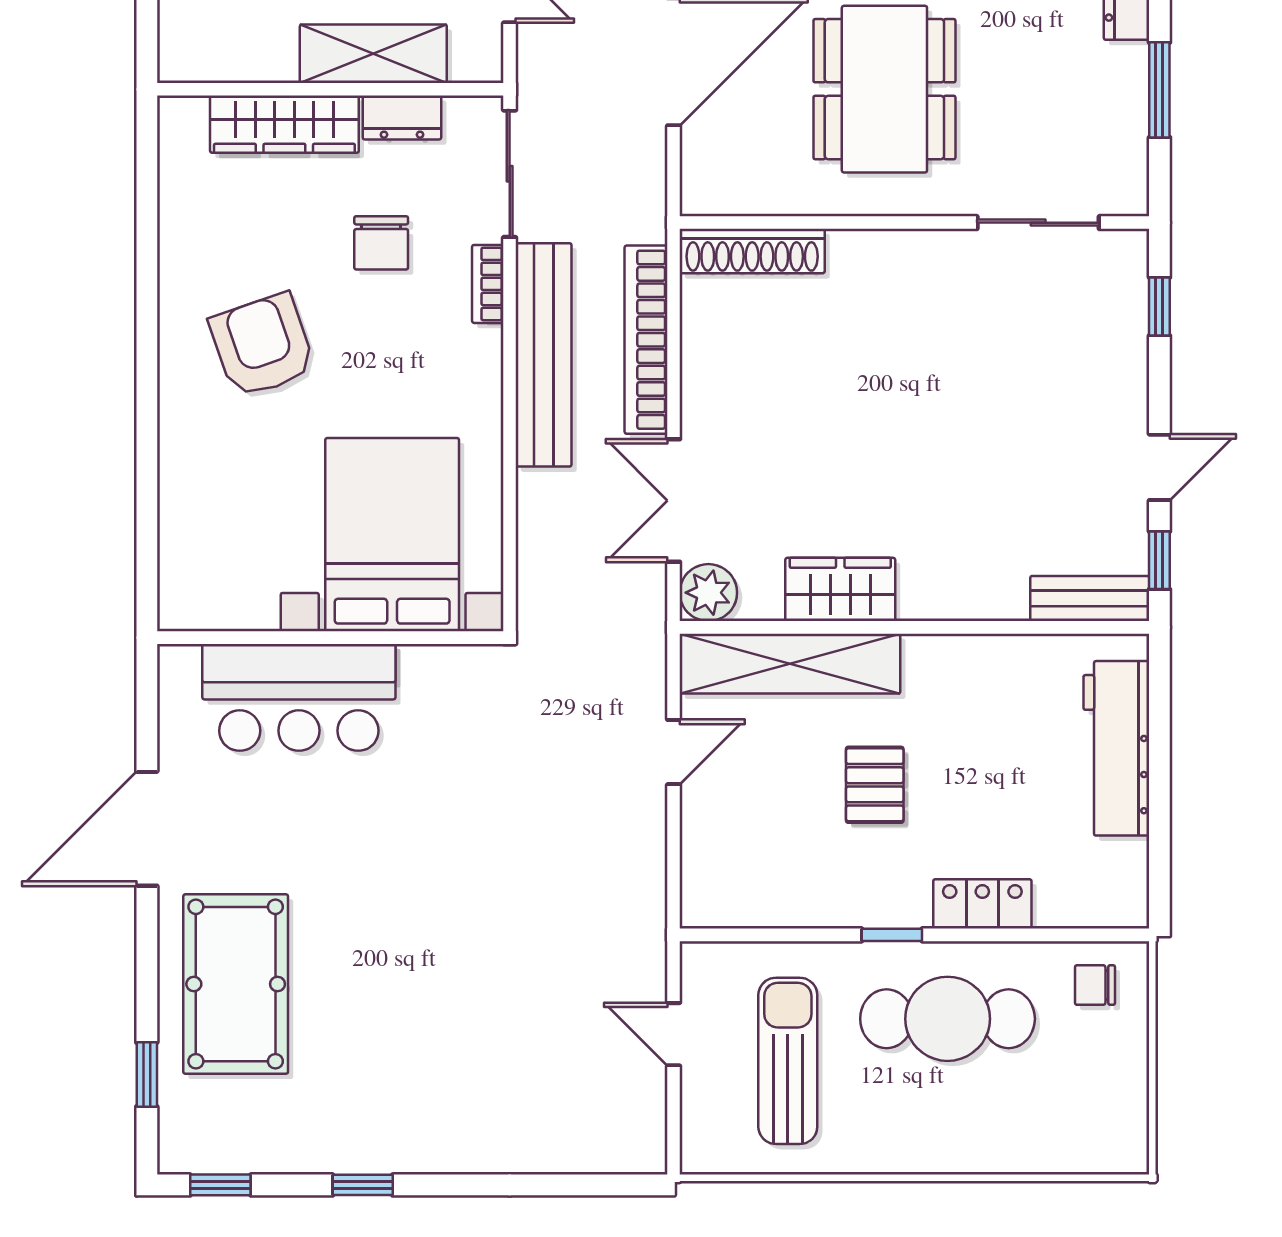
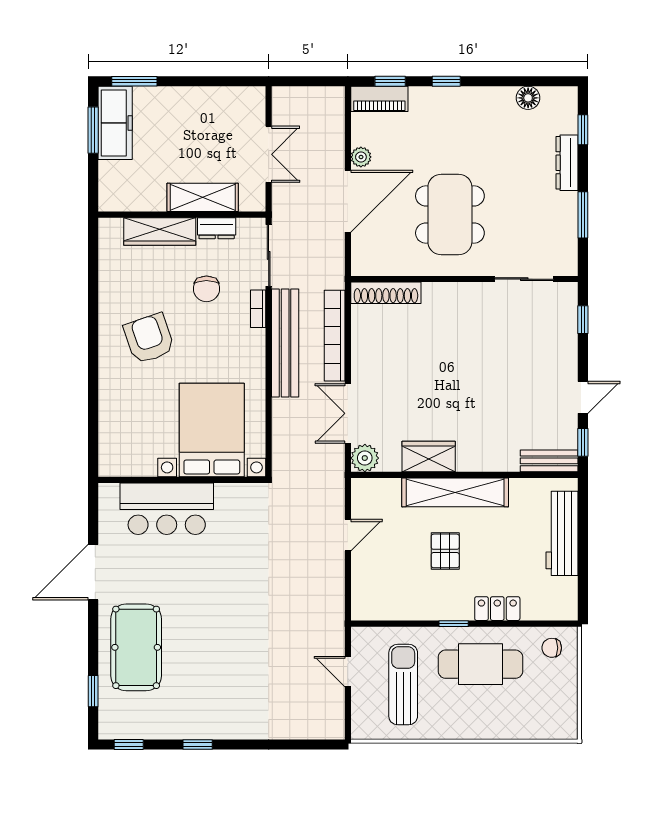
shelving: (790, 664) -> (455, 492), moved

